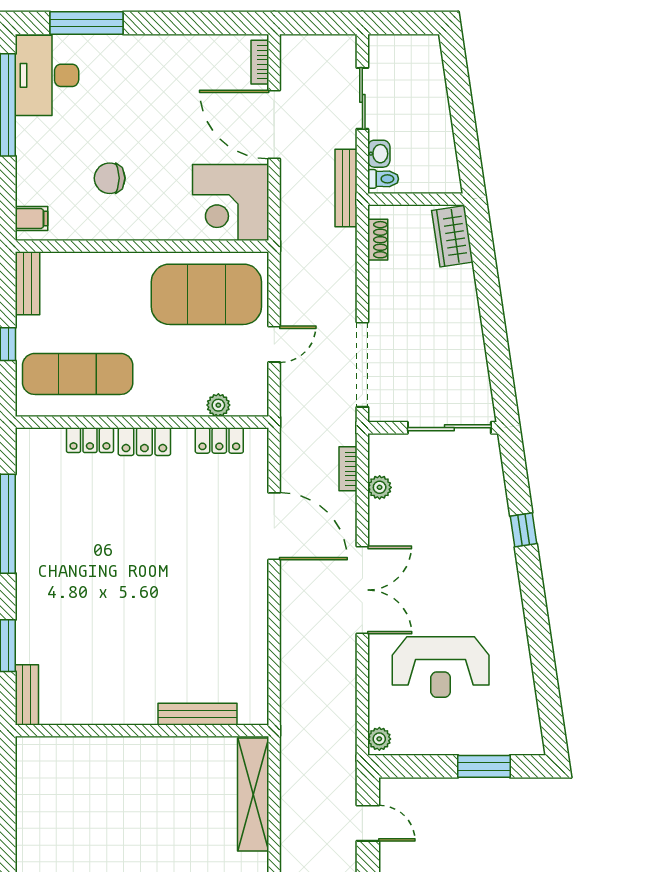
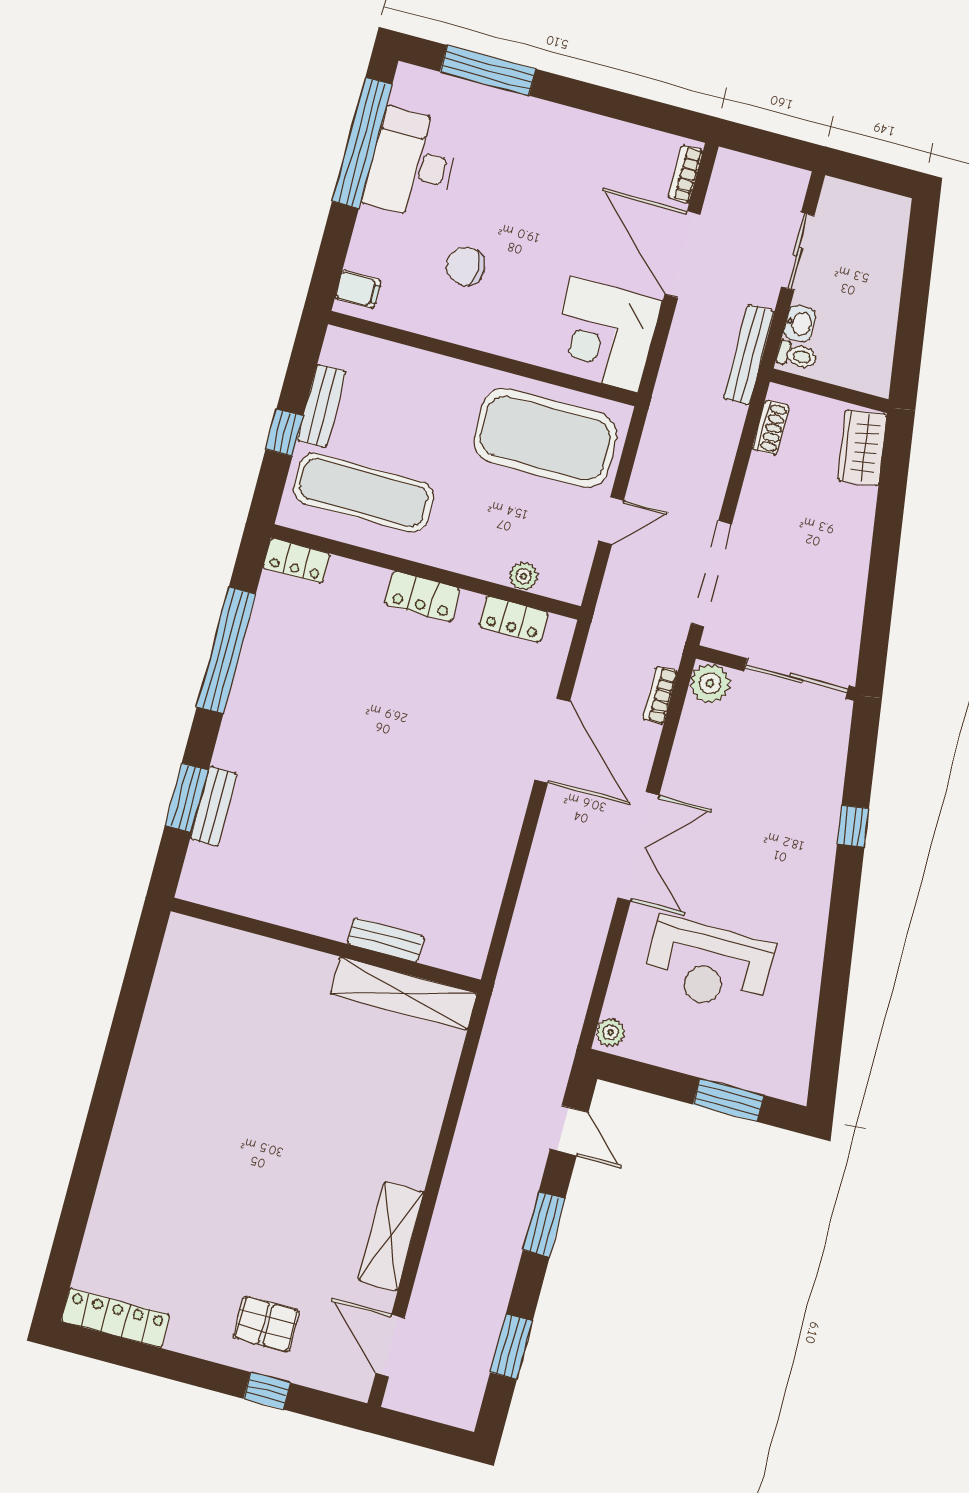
desk: (47, 75) -> (412, 164), moved
bench: (27, 283) -> (322, 406), moved
locker: (90, 440) -> (297, 561), moved
plant: (380, 487) -> (710, 683), moved, width x1.38, depth x1.38
bench: (27, 695) -> (214, 806), moved
bench: (197, 714) -> (385, 940), width x0.73
shelving: (253, 794) -> (404, 994), moved, turned 90

